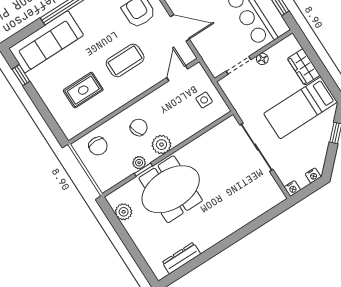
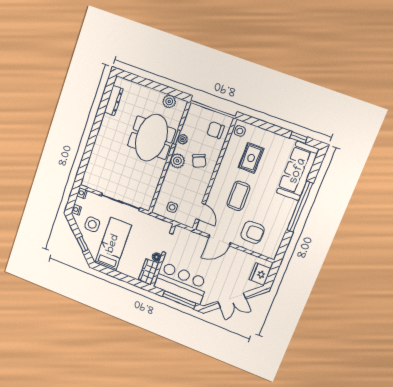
wardrobe: (304, 67) -> (148, 272), moved, turned -90
side table: (74, 126) -> (240, 131), added
side table: (307, 146) -> (92, 224), added

